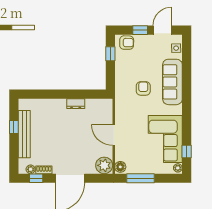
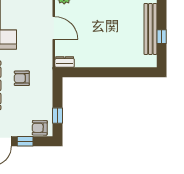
armchair: (143, 88) -> (22, 78), turned 90
dresser: (76, 104) -> (65, 62), moved

